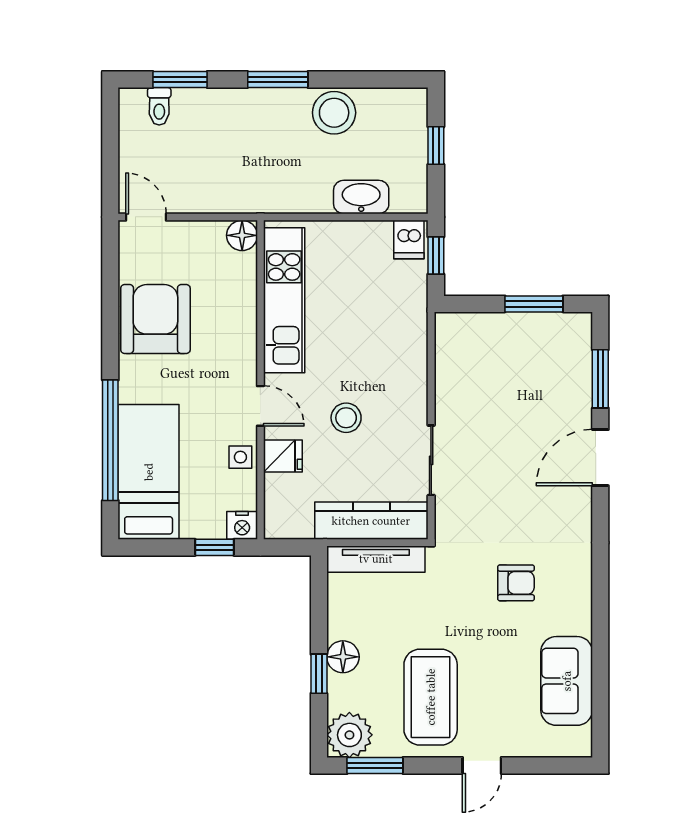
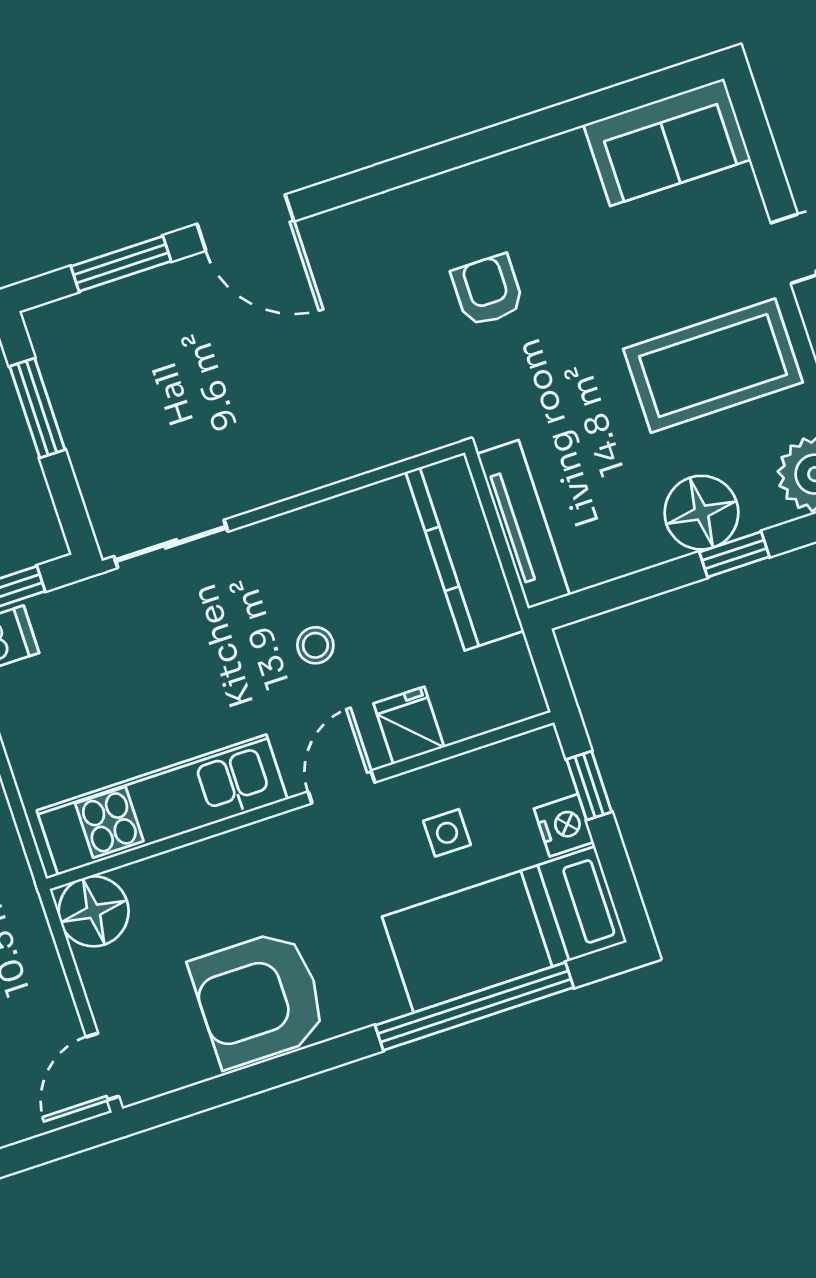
floor lamp: (242, 235) -> (94, 911), width x1.38, depth x1.38
stool: (346, 418) -> (315, 645), width x0.73, depth x0.73
side table: (240, 457) -> (447, 833), moved
sliding door: (431, 460) -> (171, 544), moved
nightstand: (242, 525) -> (564, 825), moved
floor lamp: (343, 657) -> (701, 513), width x1.38, depth x1.38
sofa: (567, 681) -> (667, 142), moved

